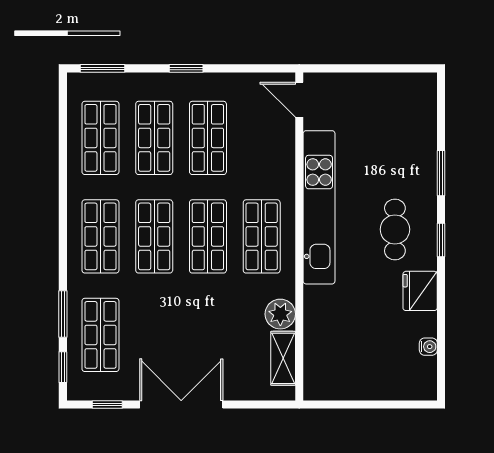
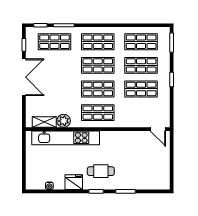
door: (299, 100) -> (158, 129), swing flipped
kitchen unit: (319, 207) -> (66, 138), moved

